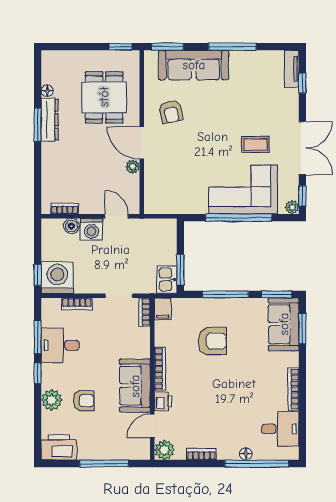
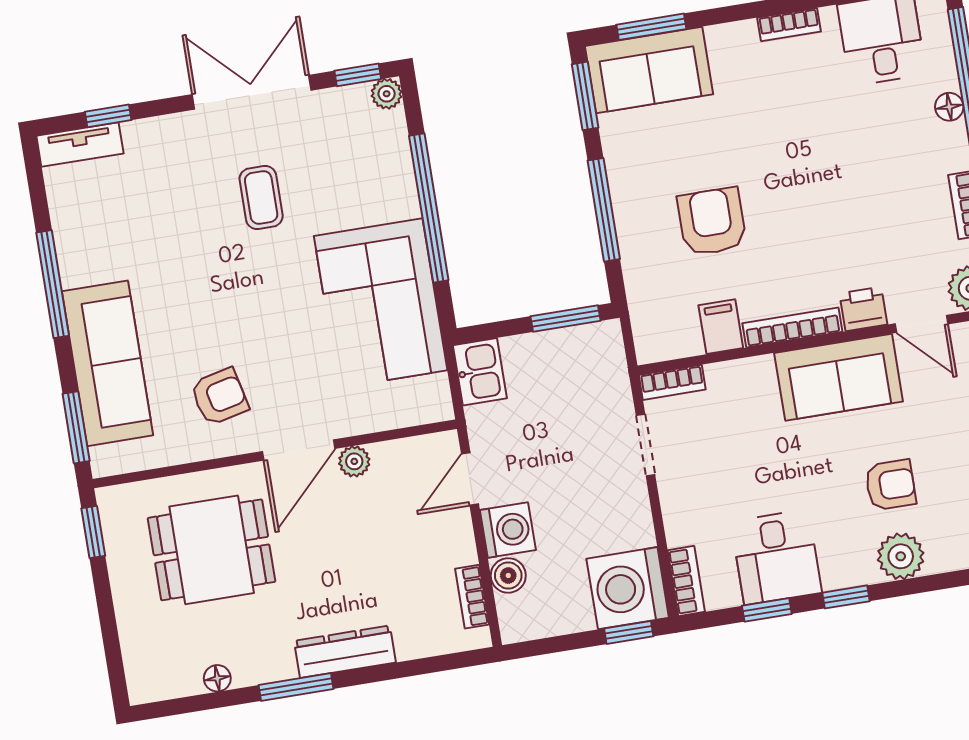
dresser: (50, 120) -> (345, 652), moved
corner sofa: (243, 190) -> (381, 303), moved
kitchen sink: (167, 280) -> (480, 372), moved, turned -90
bookcase: (77, 304) -> (686, 581), moved
filing cabinet: (163, 309) -> (721, 327), moved, turned -90
window: (38, 337) -> (767, 610), width x0.67
bookcase: (293, 389) -> (789, 25), width x0.64
armchair: (84, 401) -> (890, 485), turned 90

